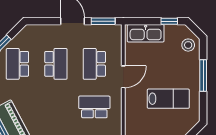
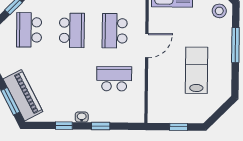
lab bench: (168, 99) -> (197, 70), turned -90

